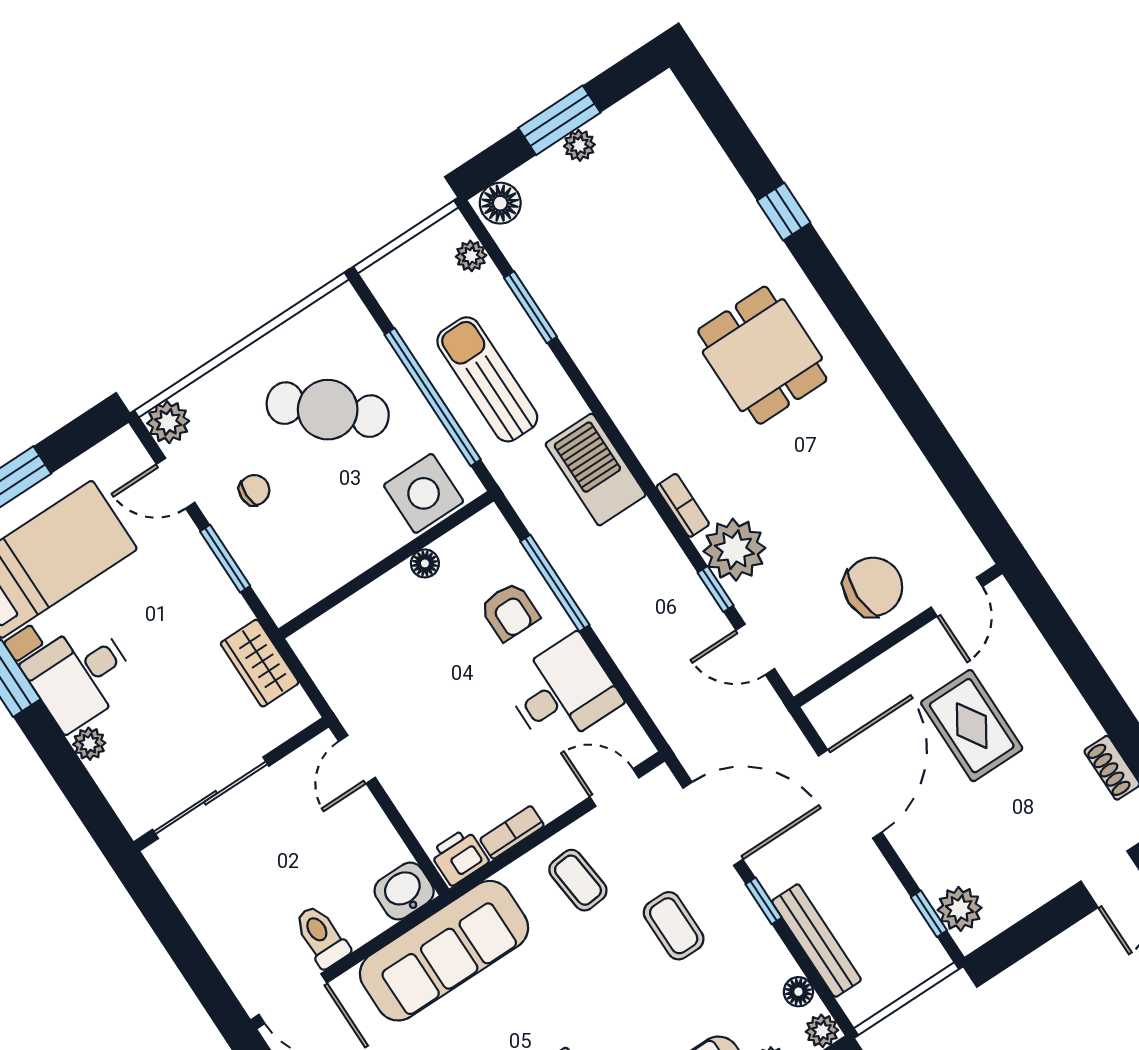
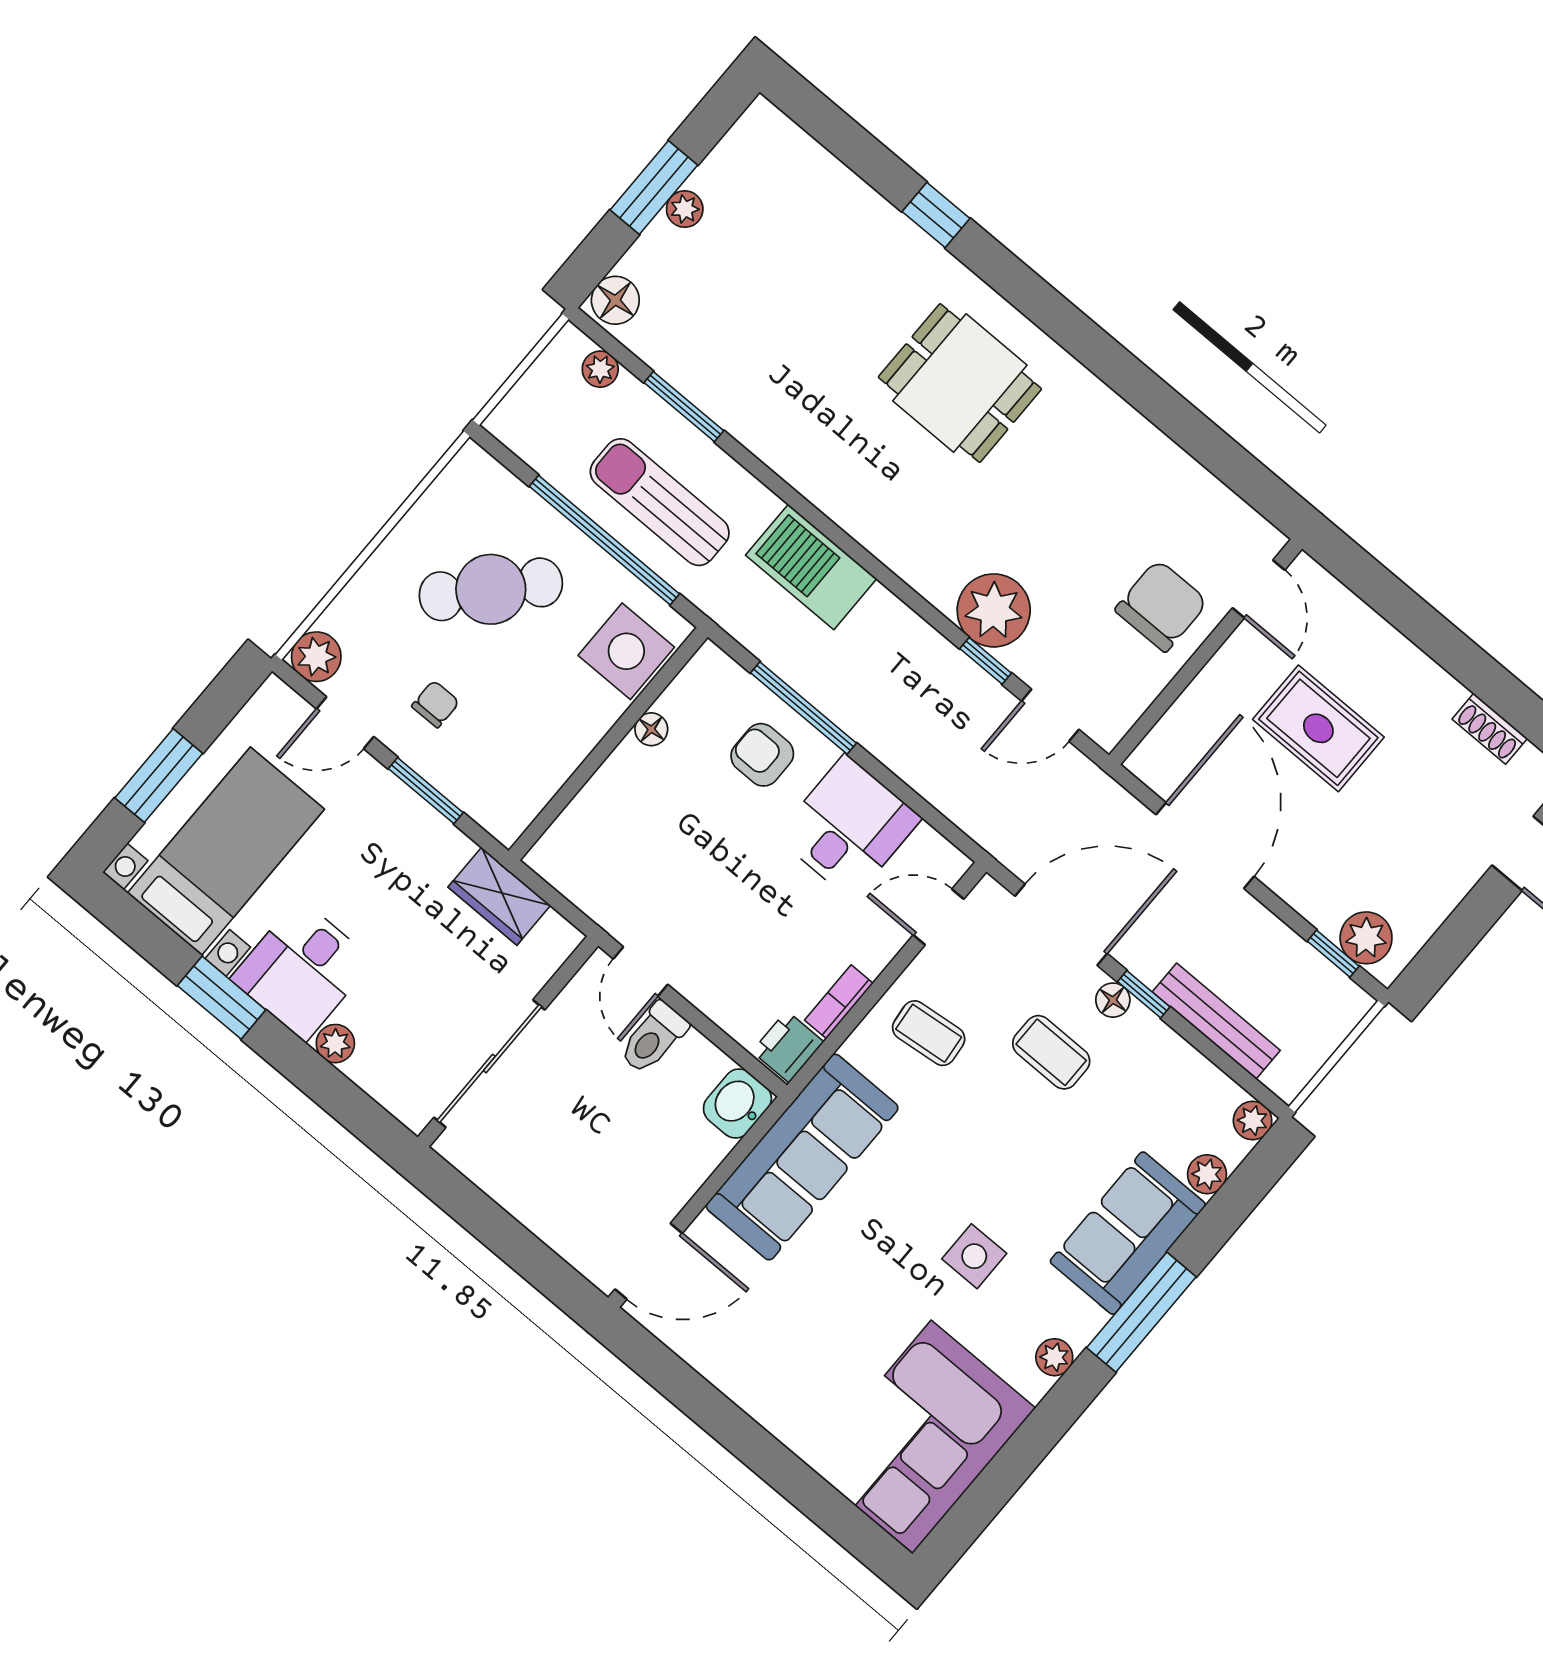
bookcase: (683, 505) -> (921, 578), removed
armchair: (510, 611) -> (762, 755), turned 180
toilet: (321, 936) -> (653, 1038), moved, turned -90
floor lamp: (798, 992) -> (1113, 1000), moved

